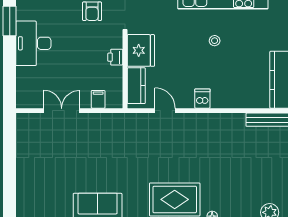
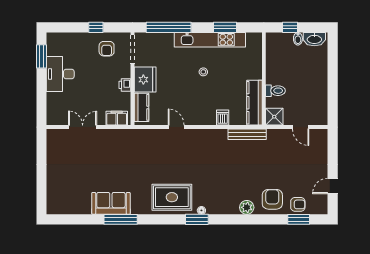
filing cabinet: (98, 99) -> (117, 118), width x2.00
dishwasher: (202, 99) -> (223, 118), moved
door: (165, 111) -> (176, 127), moved

